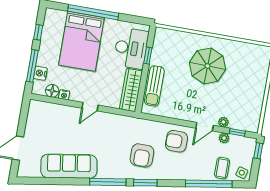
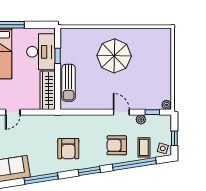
plant: (223, 122) -> (167, 105), moved
door: (205, 127) -> (121, 112), swing flipped
armchair: (176, 141) -> (117, 145), moved
window: (258, 151) -> (174, 138), moved
window: (145, 183) -> (89, 171), moved

